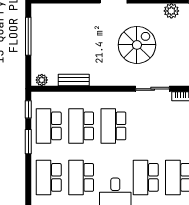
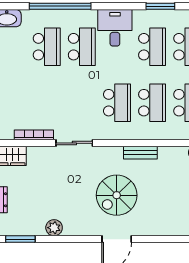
spiral stairs: (137, 45) -> (117, 195), moved
bench: (74, 80) -> (140, 153), moved

